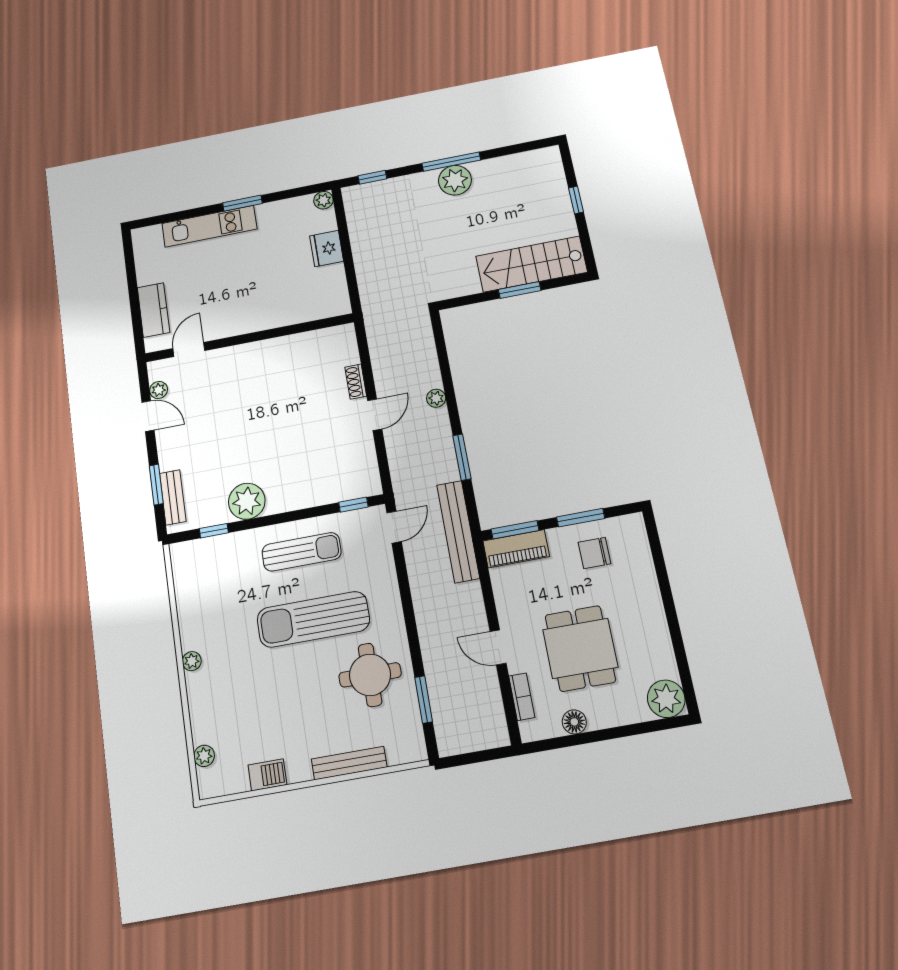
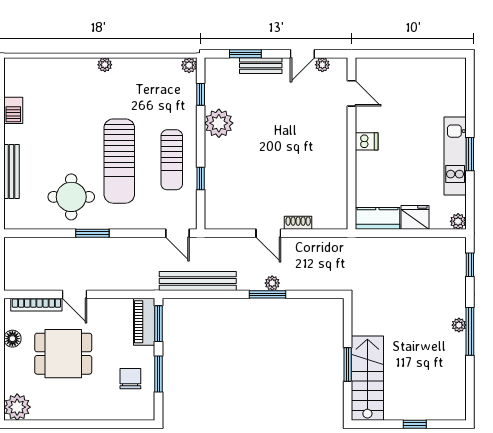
plant: (455, 180) -> (459, 325), width x0.53, depth x0.53
kitchen unit: (209, 226) -> (455, 156), moved
kitchen counter: (153, 310) -> (377, 218), moved, turned 180
dishwasher: (244, 321) -> (367, 141), added
window: (462, 457) -> (268, 294), moved
bench: (173, 497) -> (261, 66), moved
window: (353, 505) -> (201, 178), moved
bench: (458, 531) -> (198, 281), moved
sun lounger: (313, 619) -> (119, 161), turned 180
door: (498, 647) -> (74, 294), swing flipped
bookcase: (522, 697) -> (36, 305), width x1.56
window: (424, 700) -> (92, 233), moved
plant: (204, 756) -> (189, 65), moved

